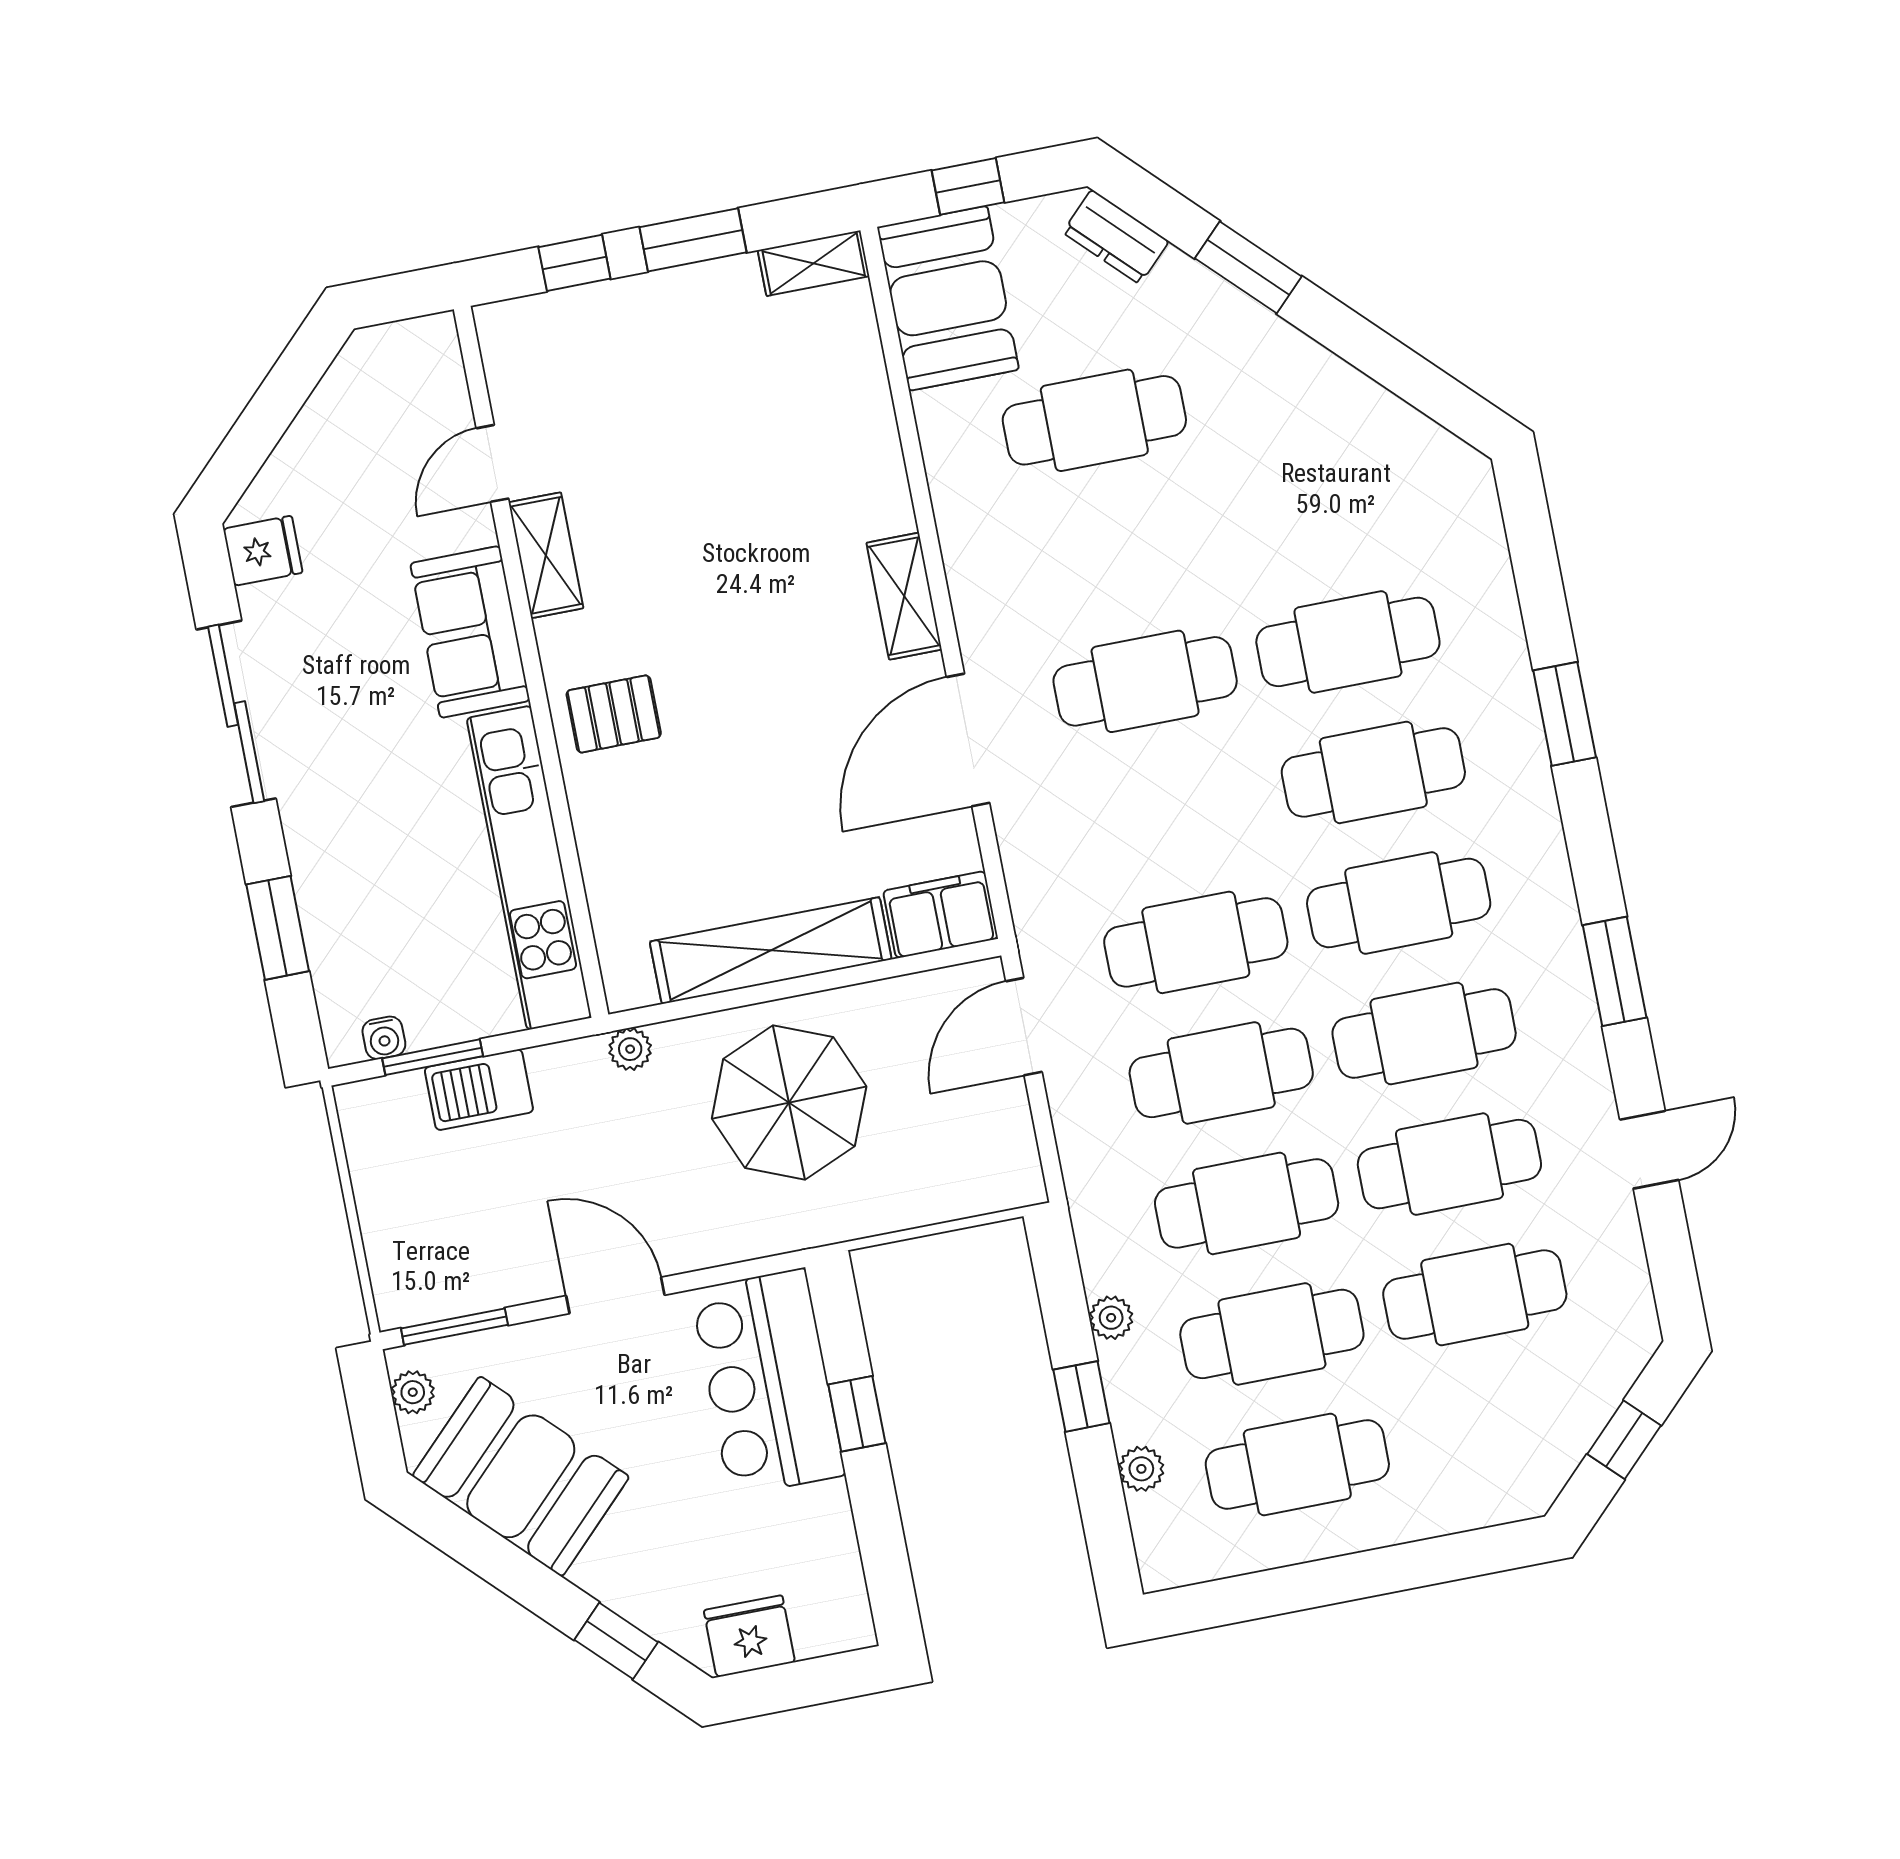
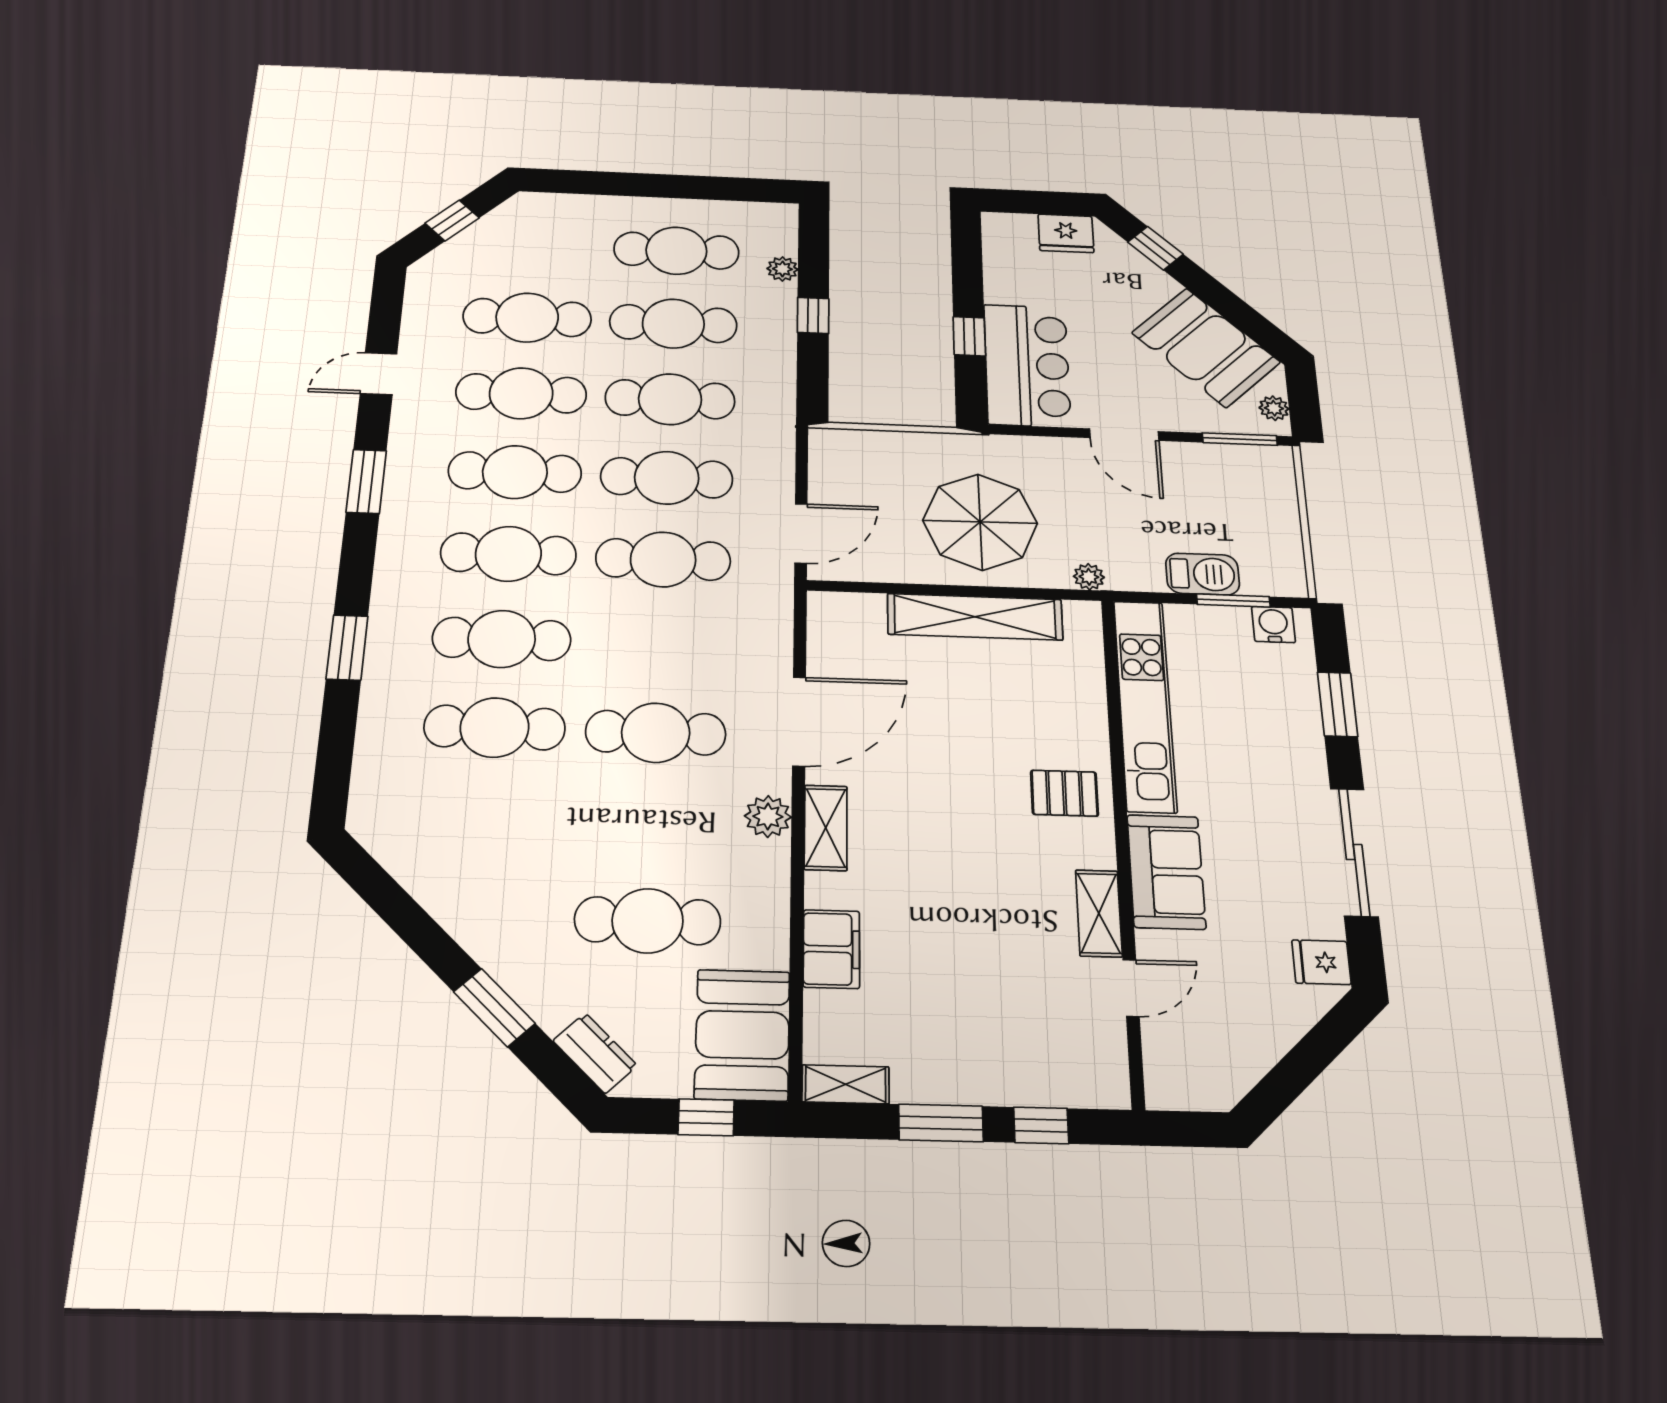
filing cabinet: (941, 915) -> (831, 949), moved, turned -90
water cooler: (384, 1038) -> (1273, 625), width x1.38, depth x1.38
plant: (1111, 1318) -> (768, 816), moved, width x1.38, depth x1.38

